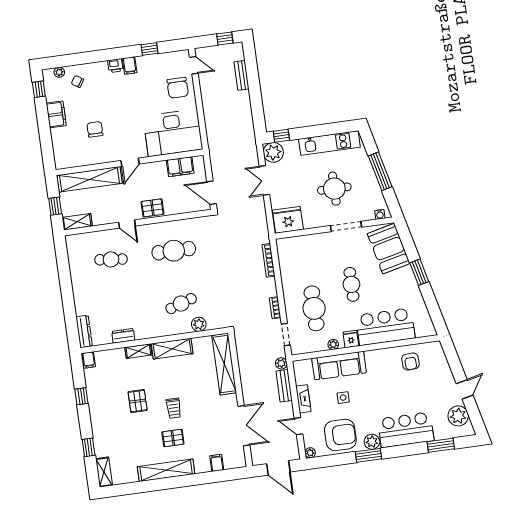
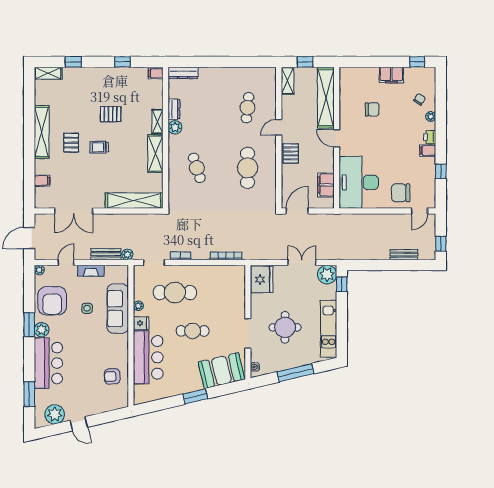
plant: (59, 72) -> (431, 117), moved
plant: (199, 324) -> (175, 127), moved

